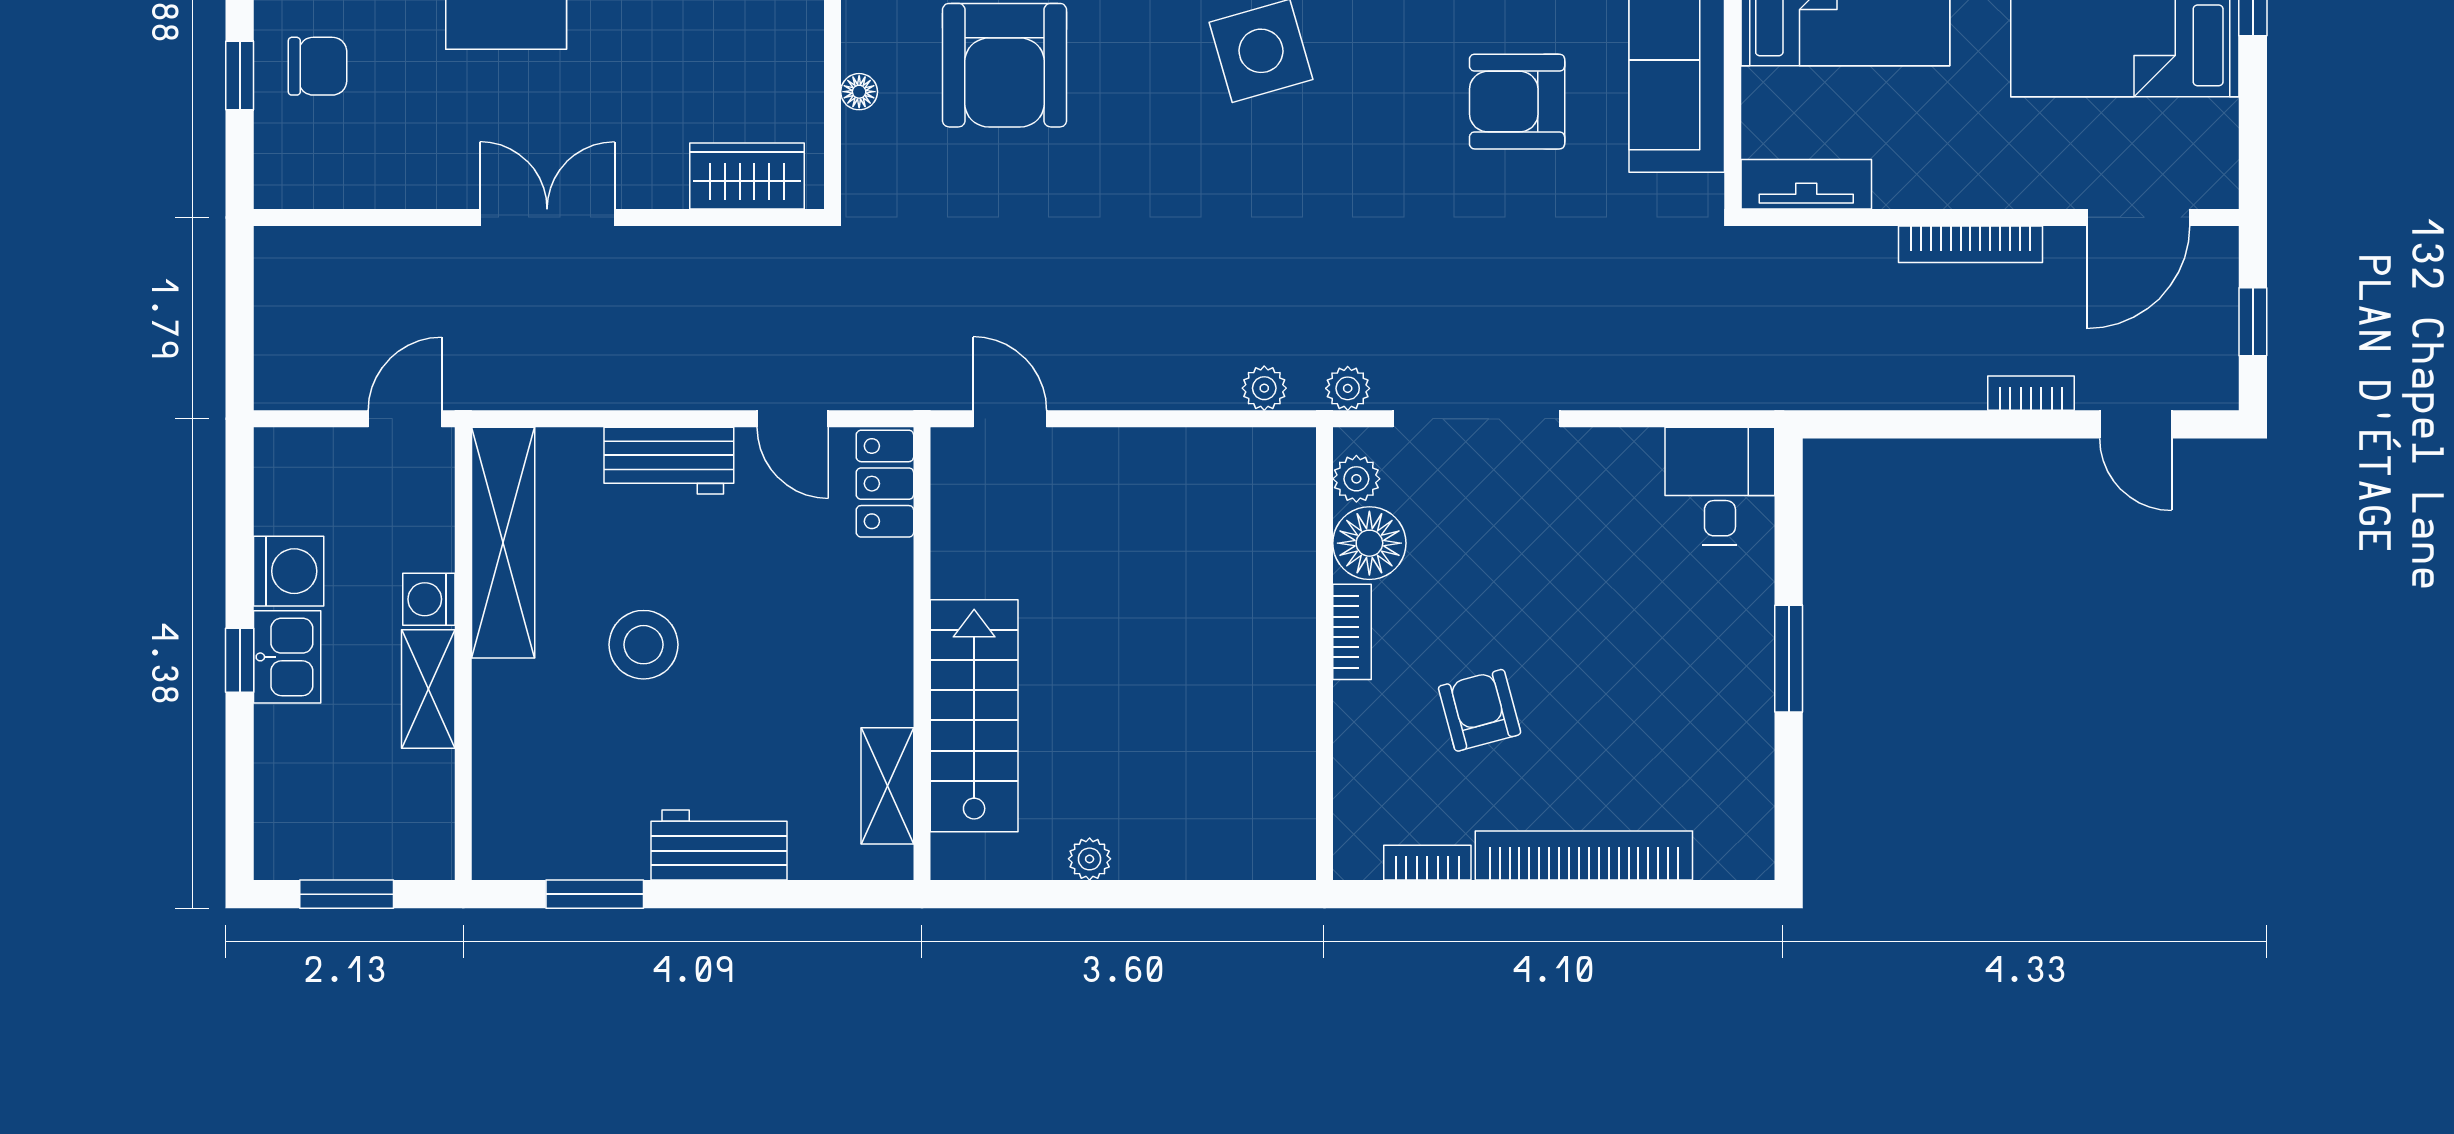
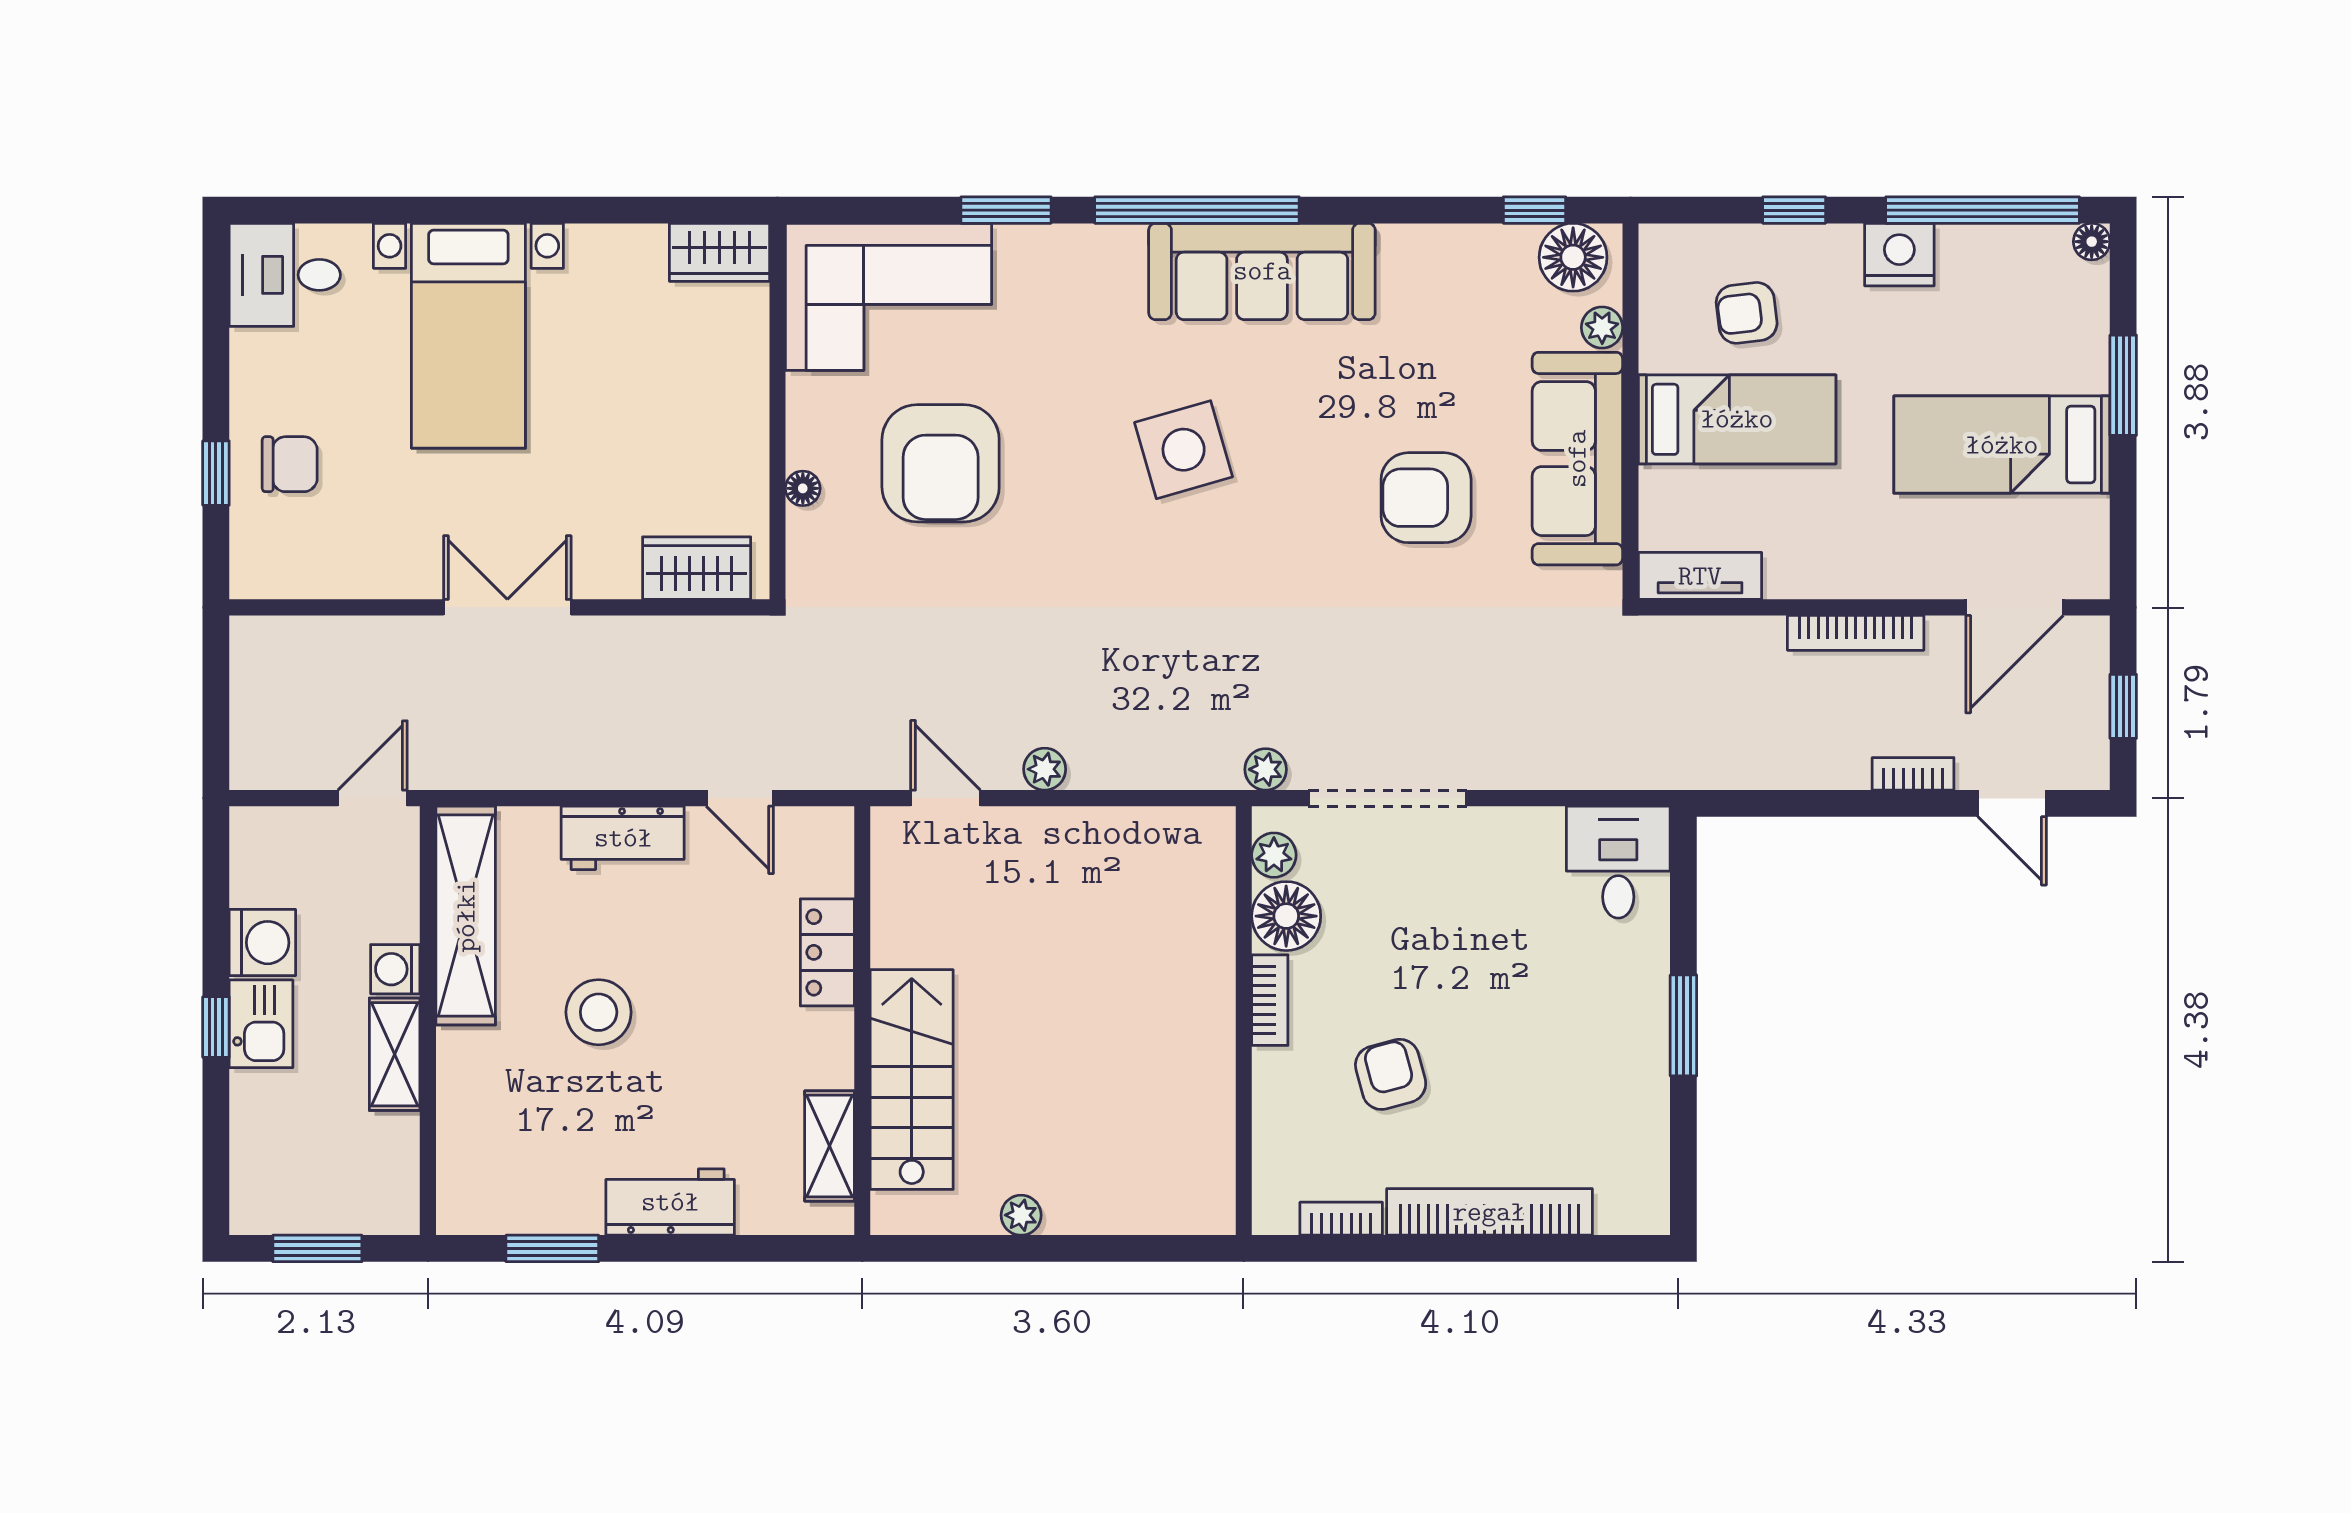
plant: (1264, 388) -> (1045, 769), moved
locker: (885, 484) -> (827, 952), moved

